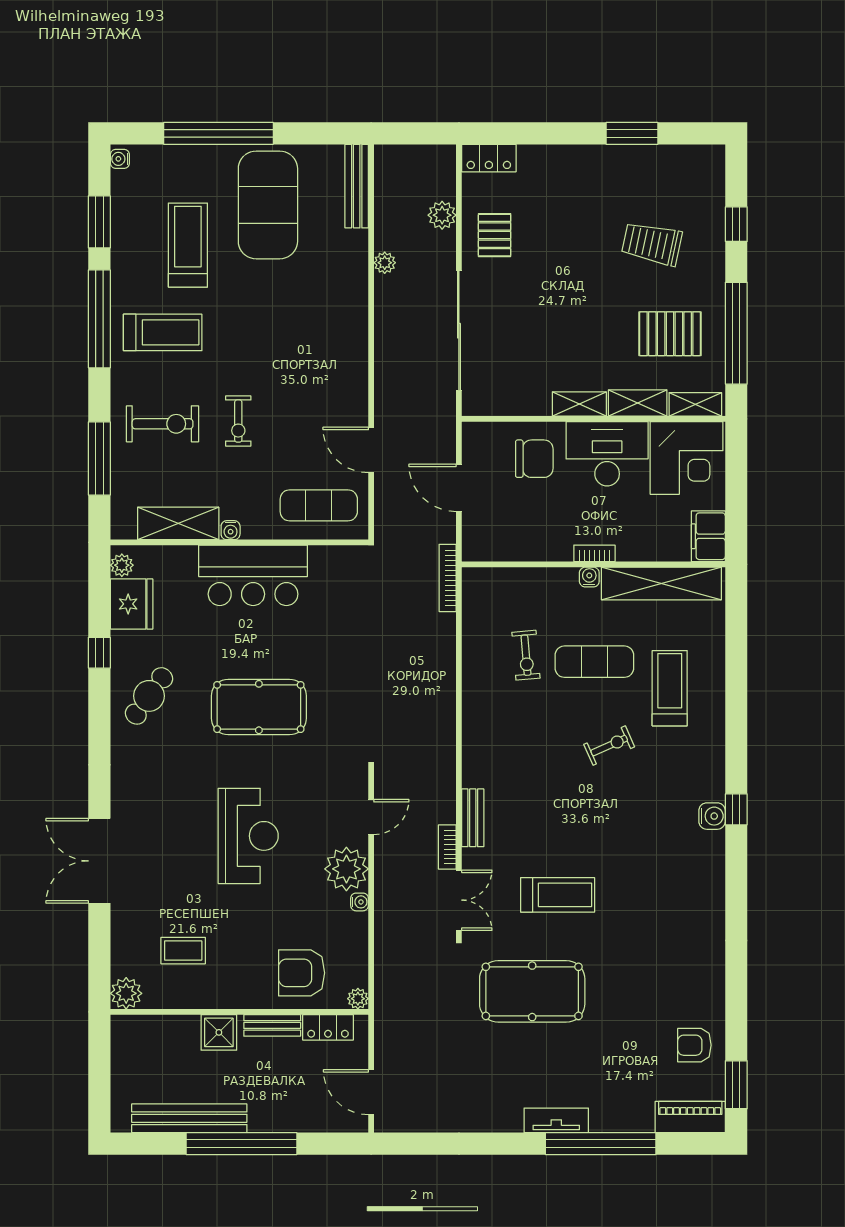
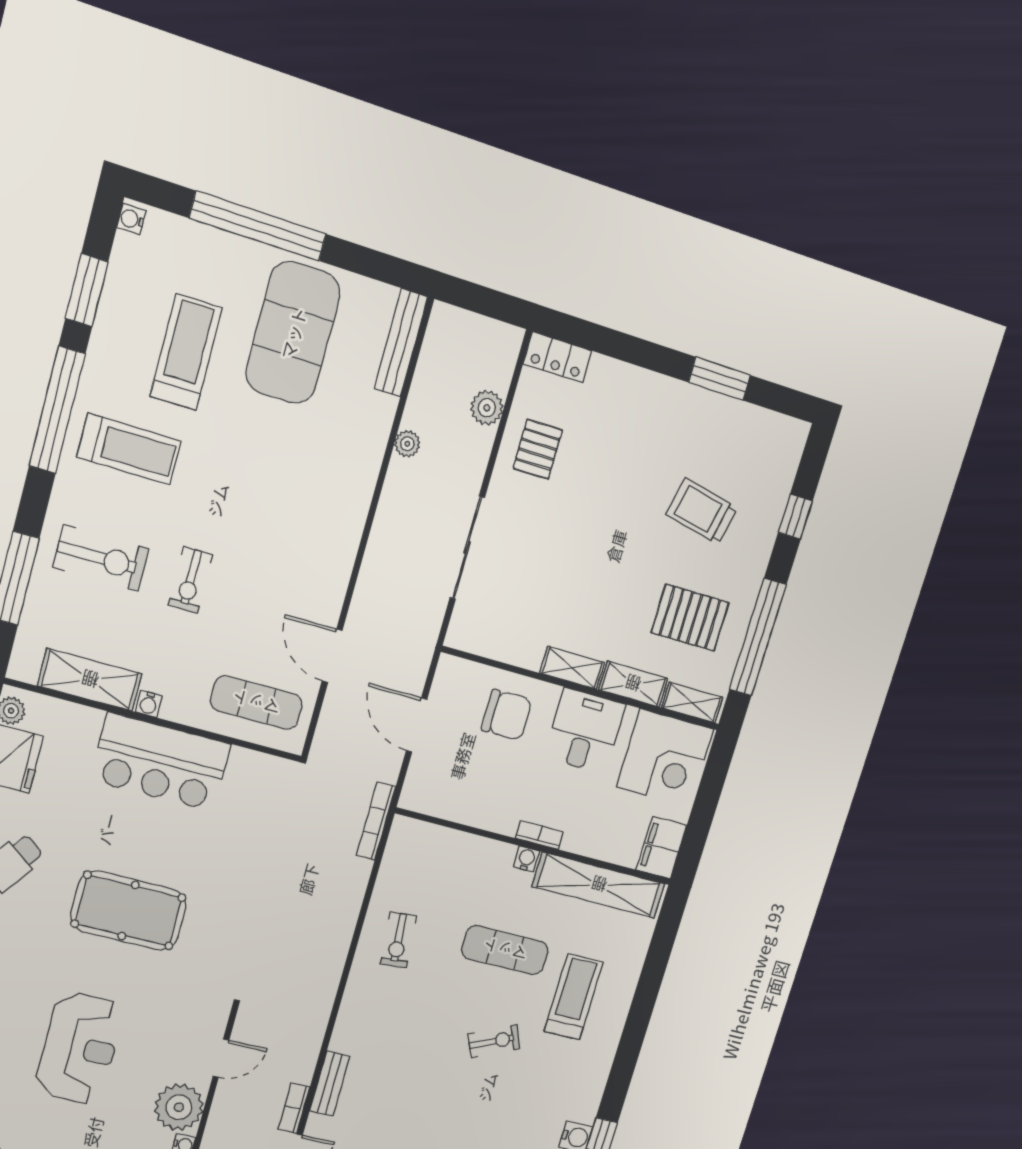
sliding door: (459, 331) -> (467, 548), width x0.73
desk: (607, 454) -> (585, 731), width x0.73
exercise bike: (526, 655) -> (398, 940), moved

